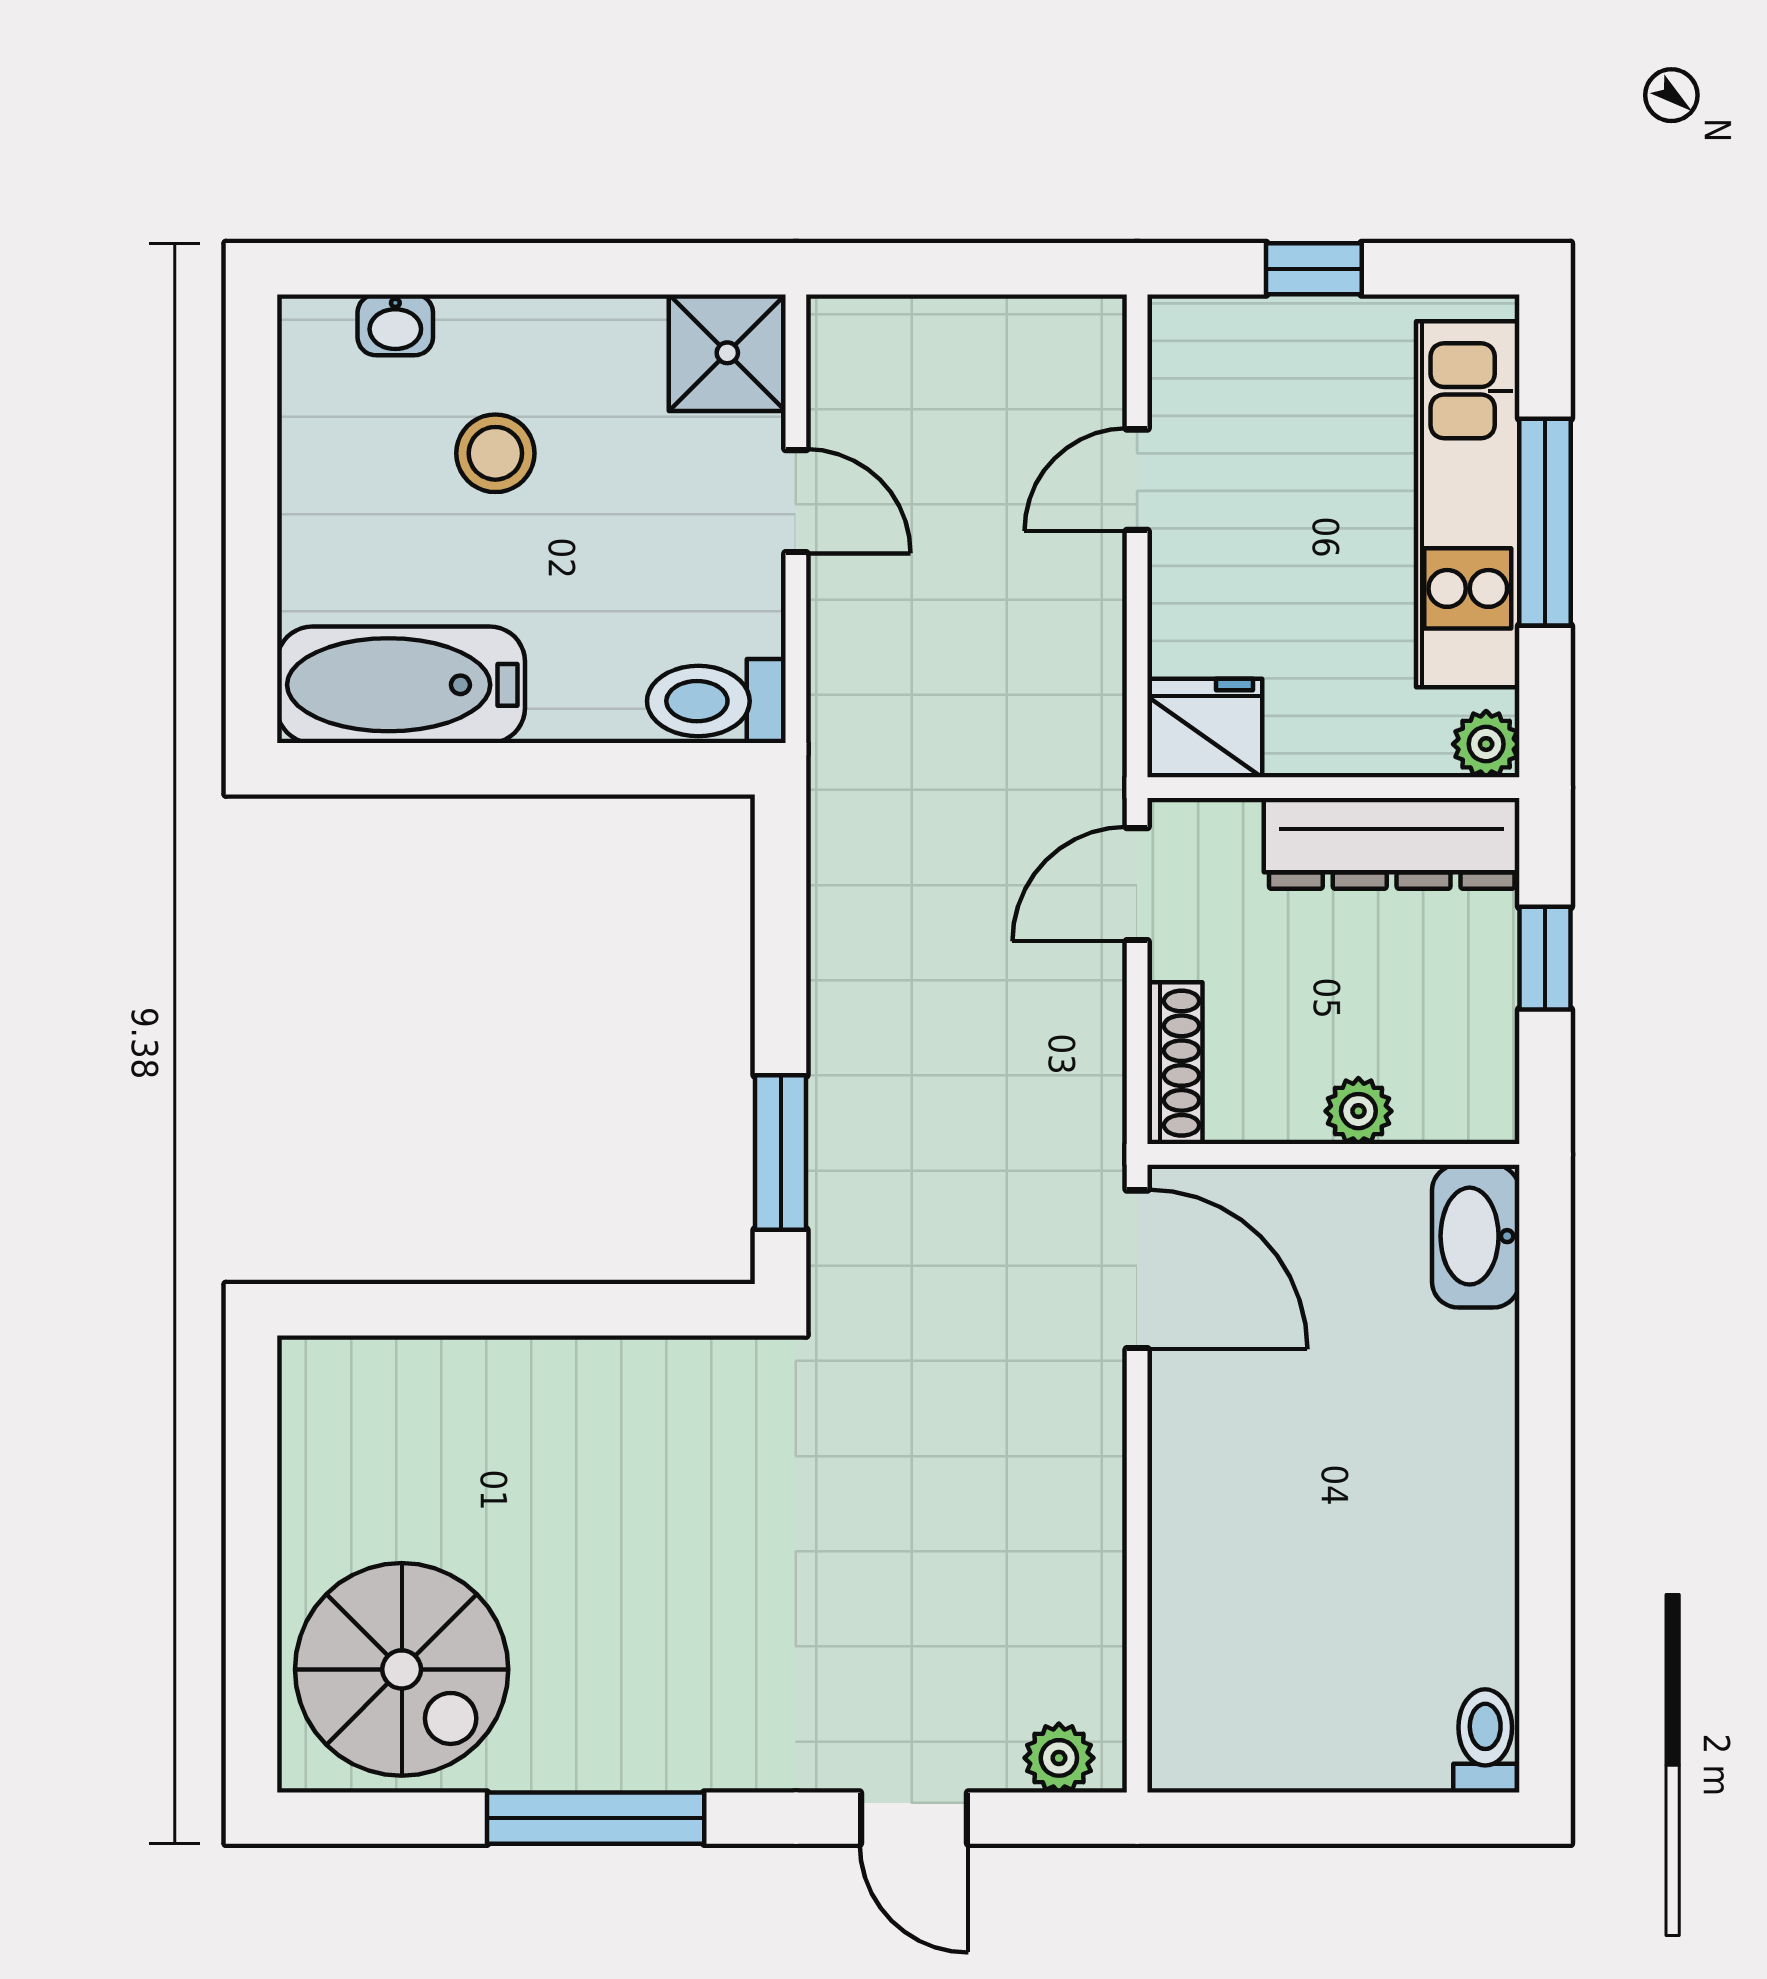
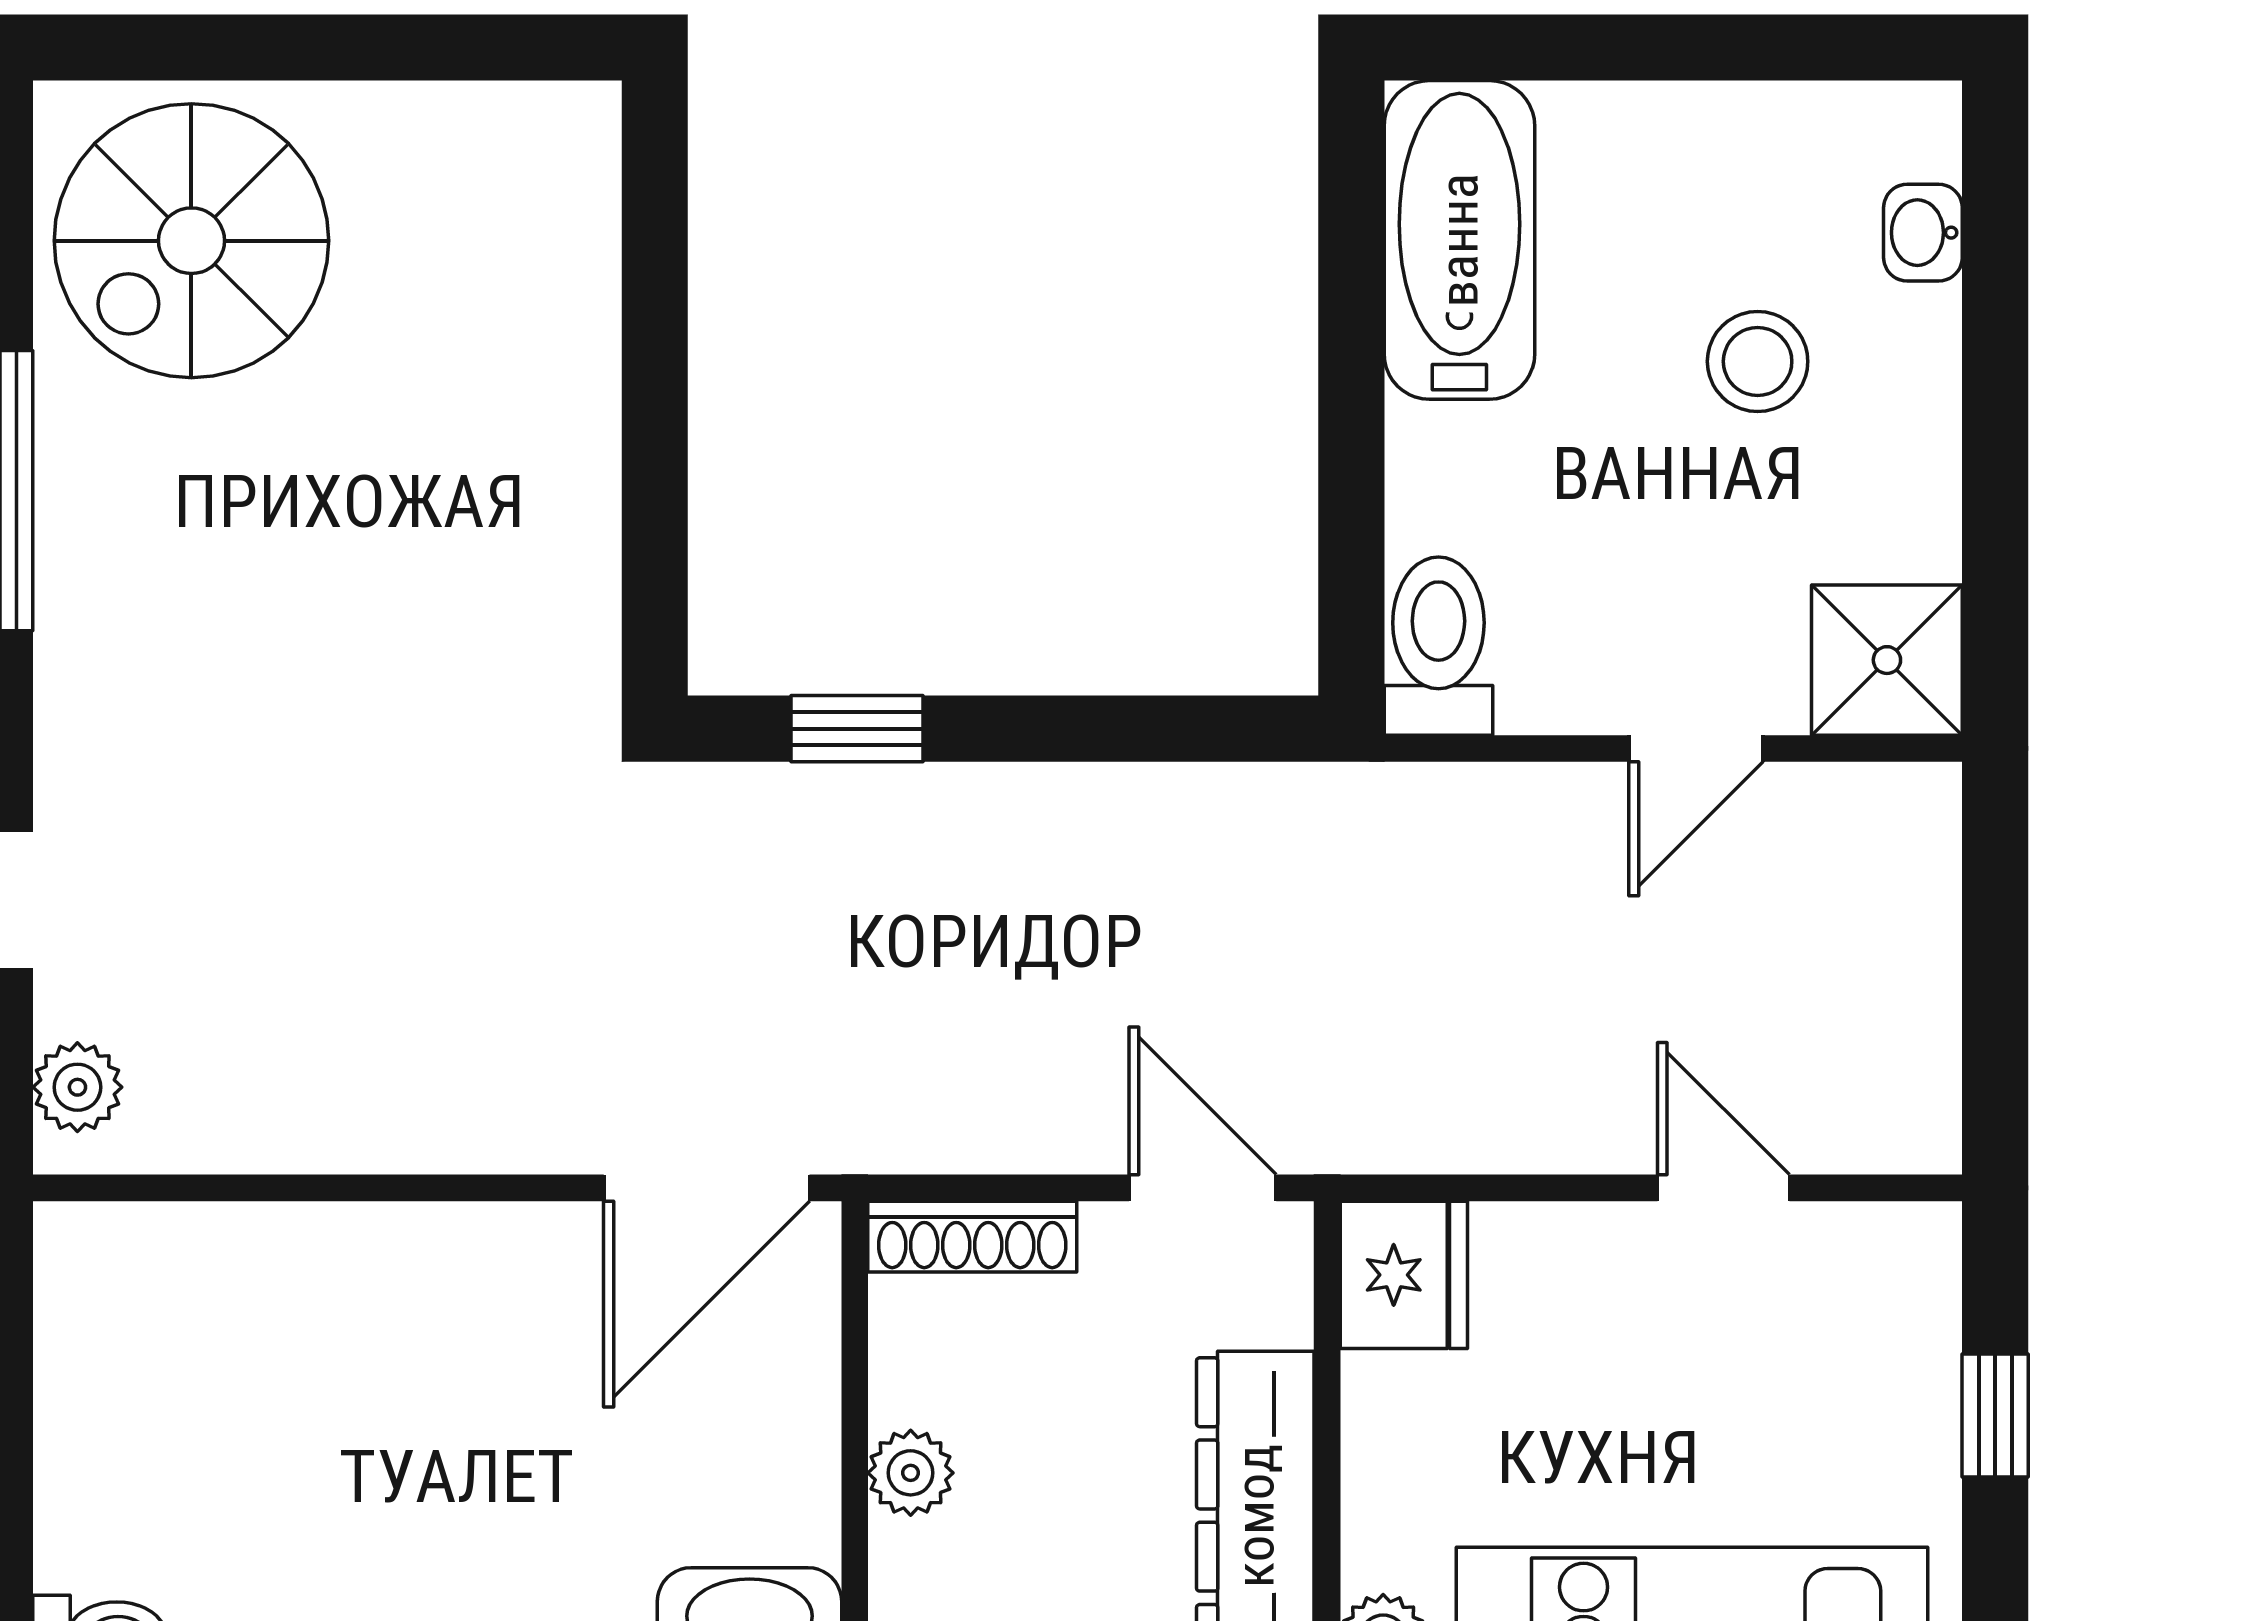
window: (781, 1153) -> (857, 729), width x0.67

